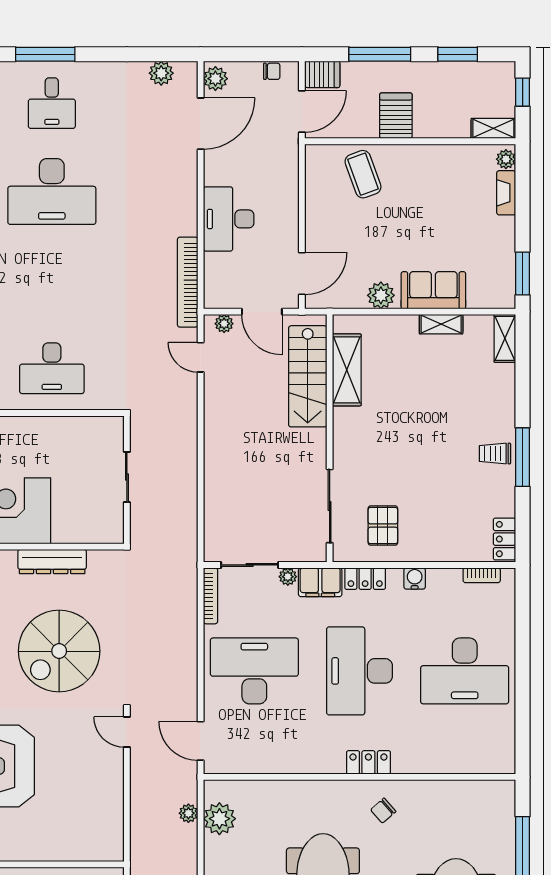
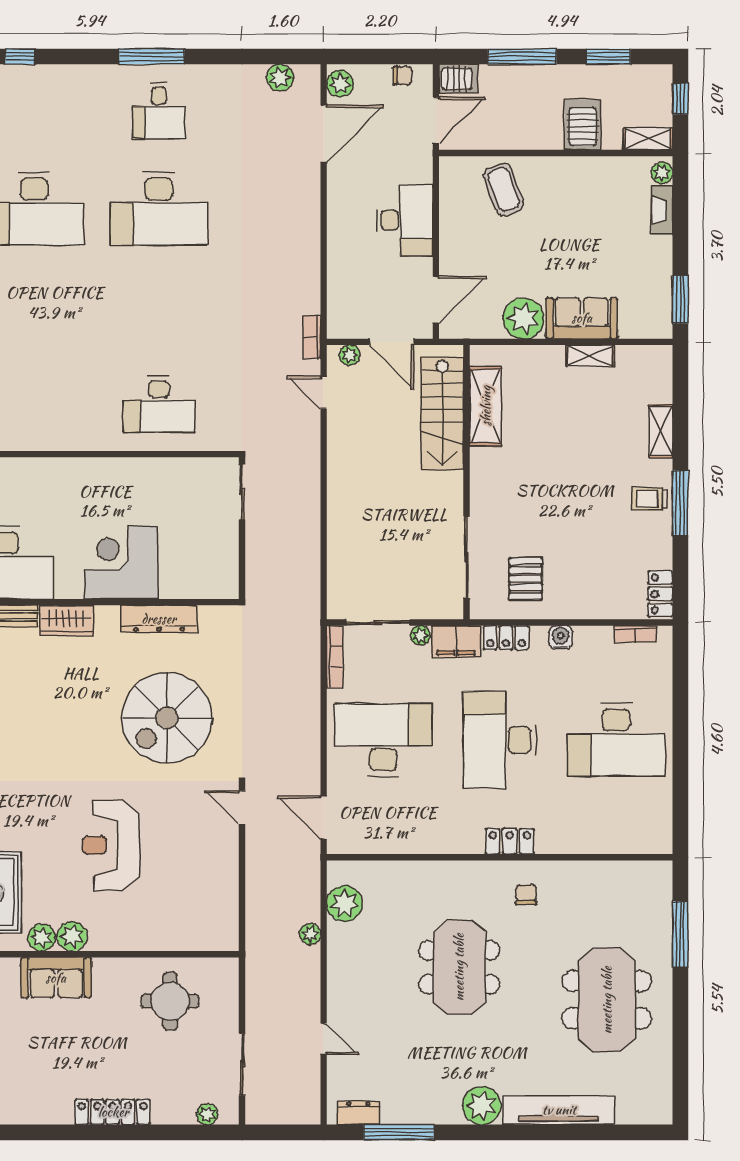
server rack: (396, 116) -> (583, 125), moved
desk: (229, 219) -> (405, 220), moved, turned 180
bookcase: (188, 282) -> (312, 337), width x0.43, depth x0.76
plant: (381, 295) -> (523, 318), width x1.36, depth x1.36
shelving: (505, 338) -> (661, 431), moved
sliding door: (127, 477) -> (242, 492), moved
chair: (383, 811) -> (526, 895), turned 131
plant: (188, 813) -> (310, 934), moved

